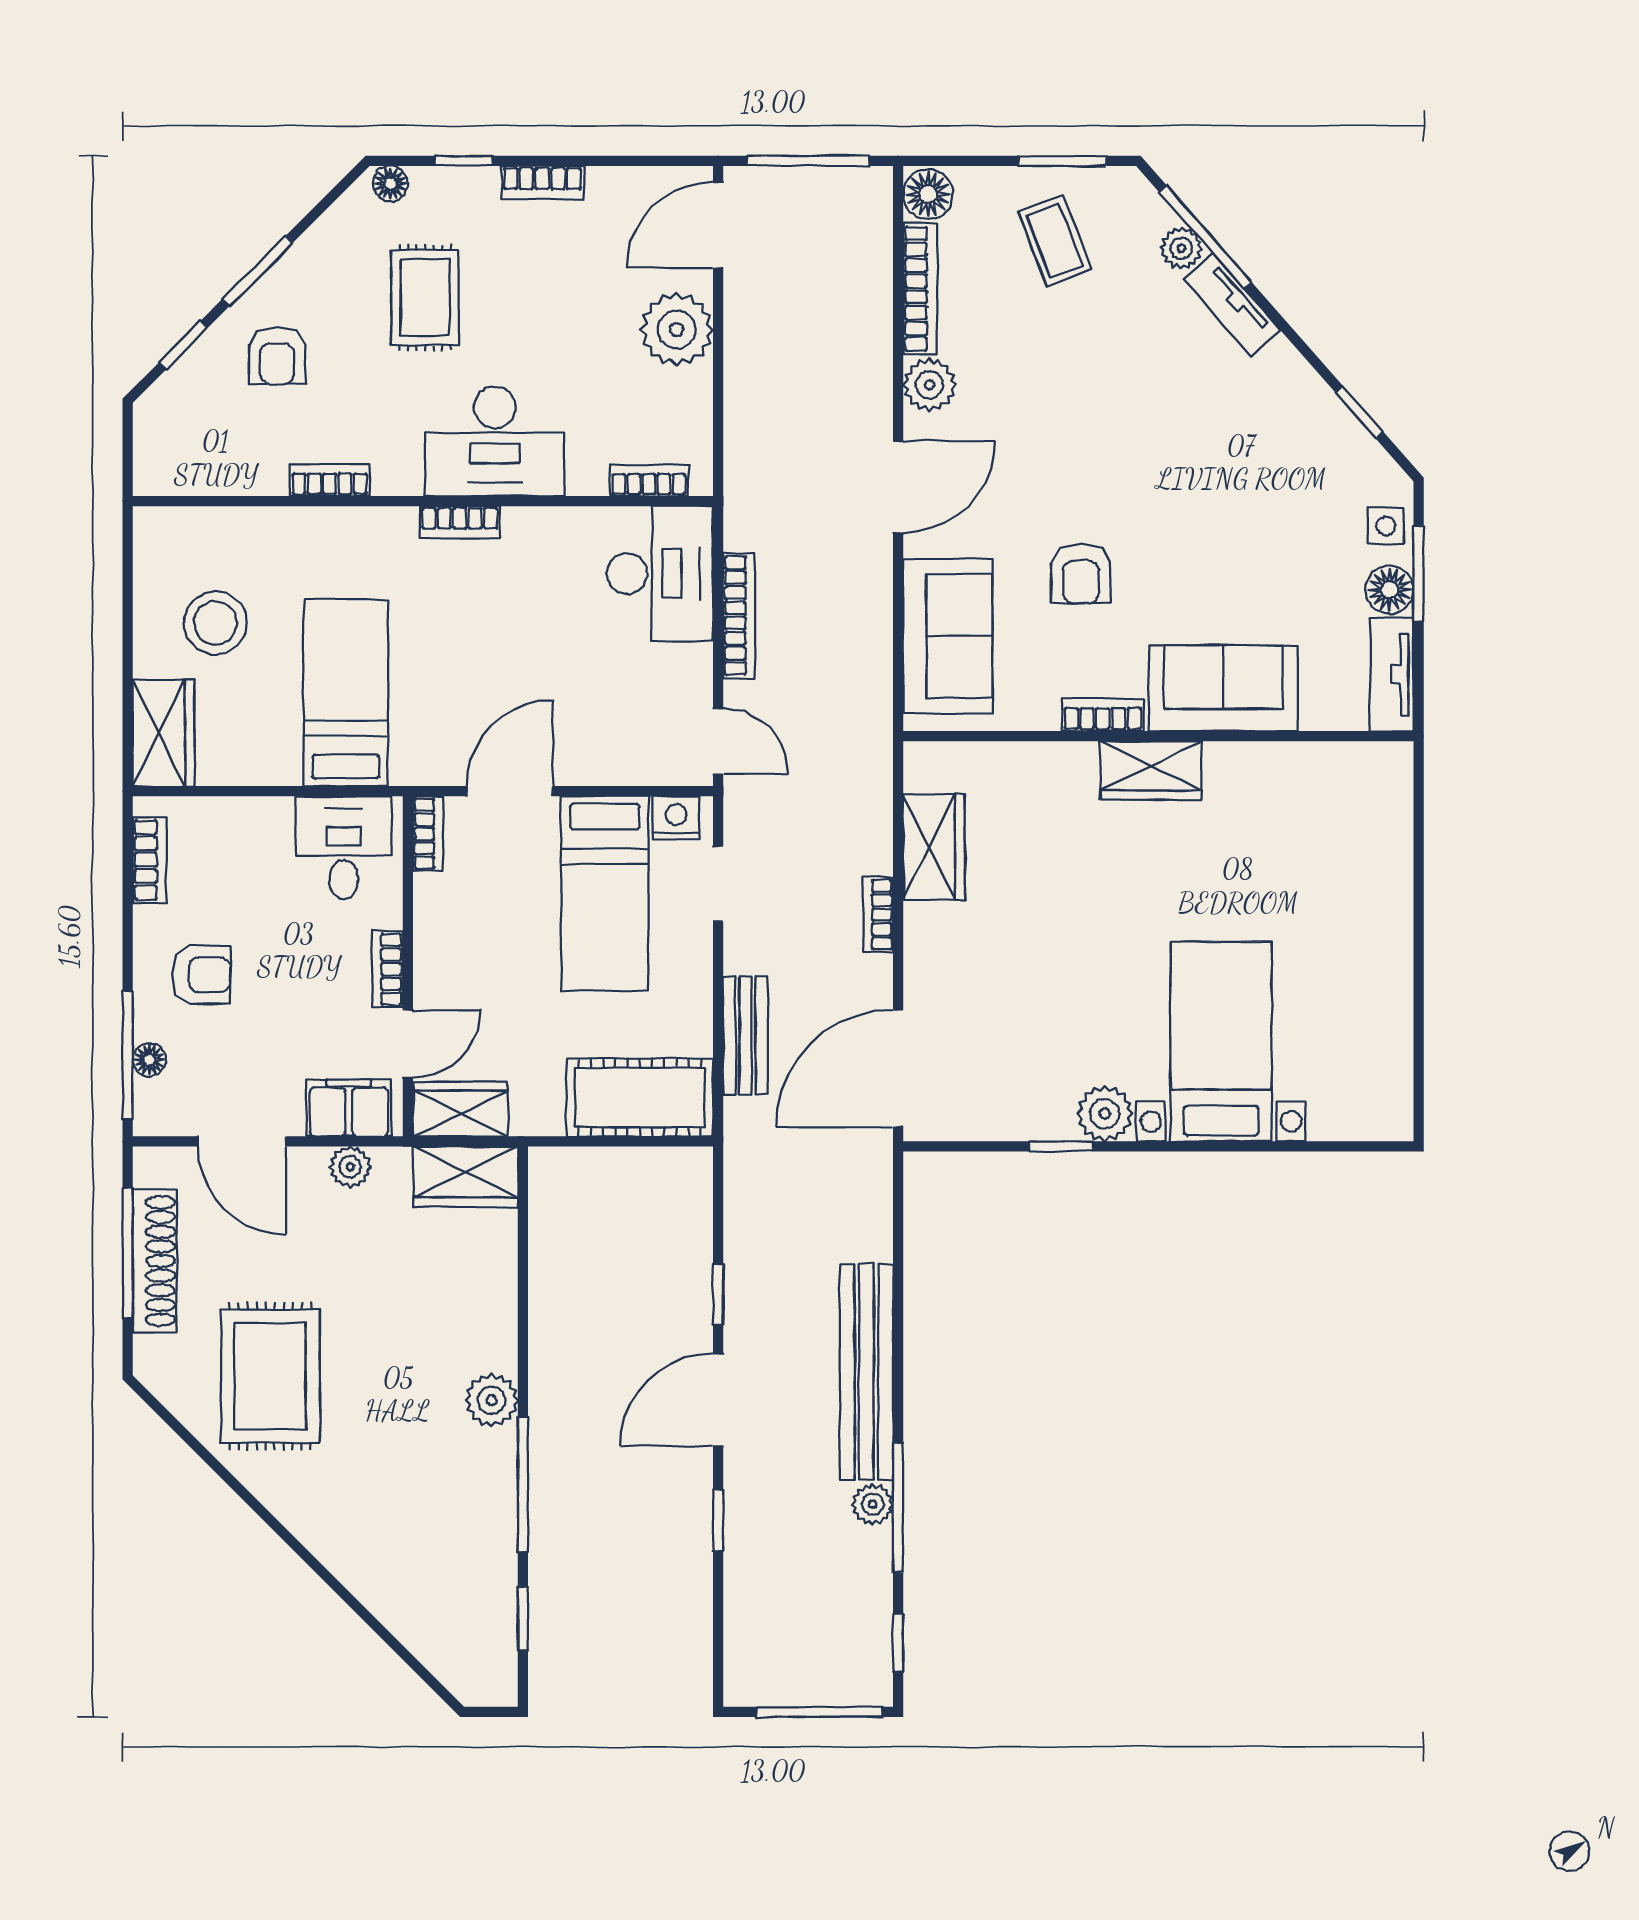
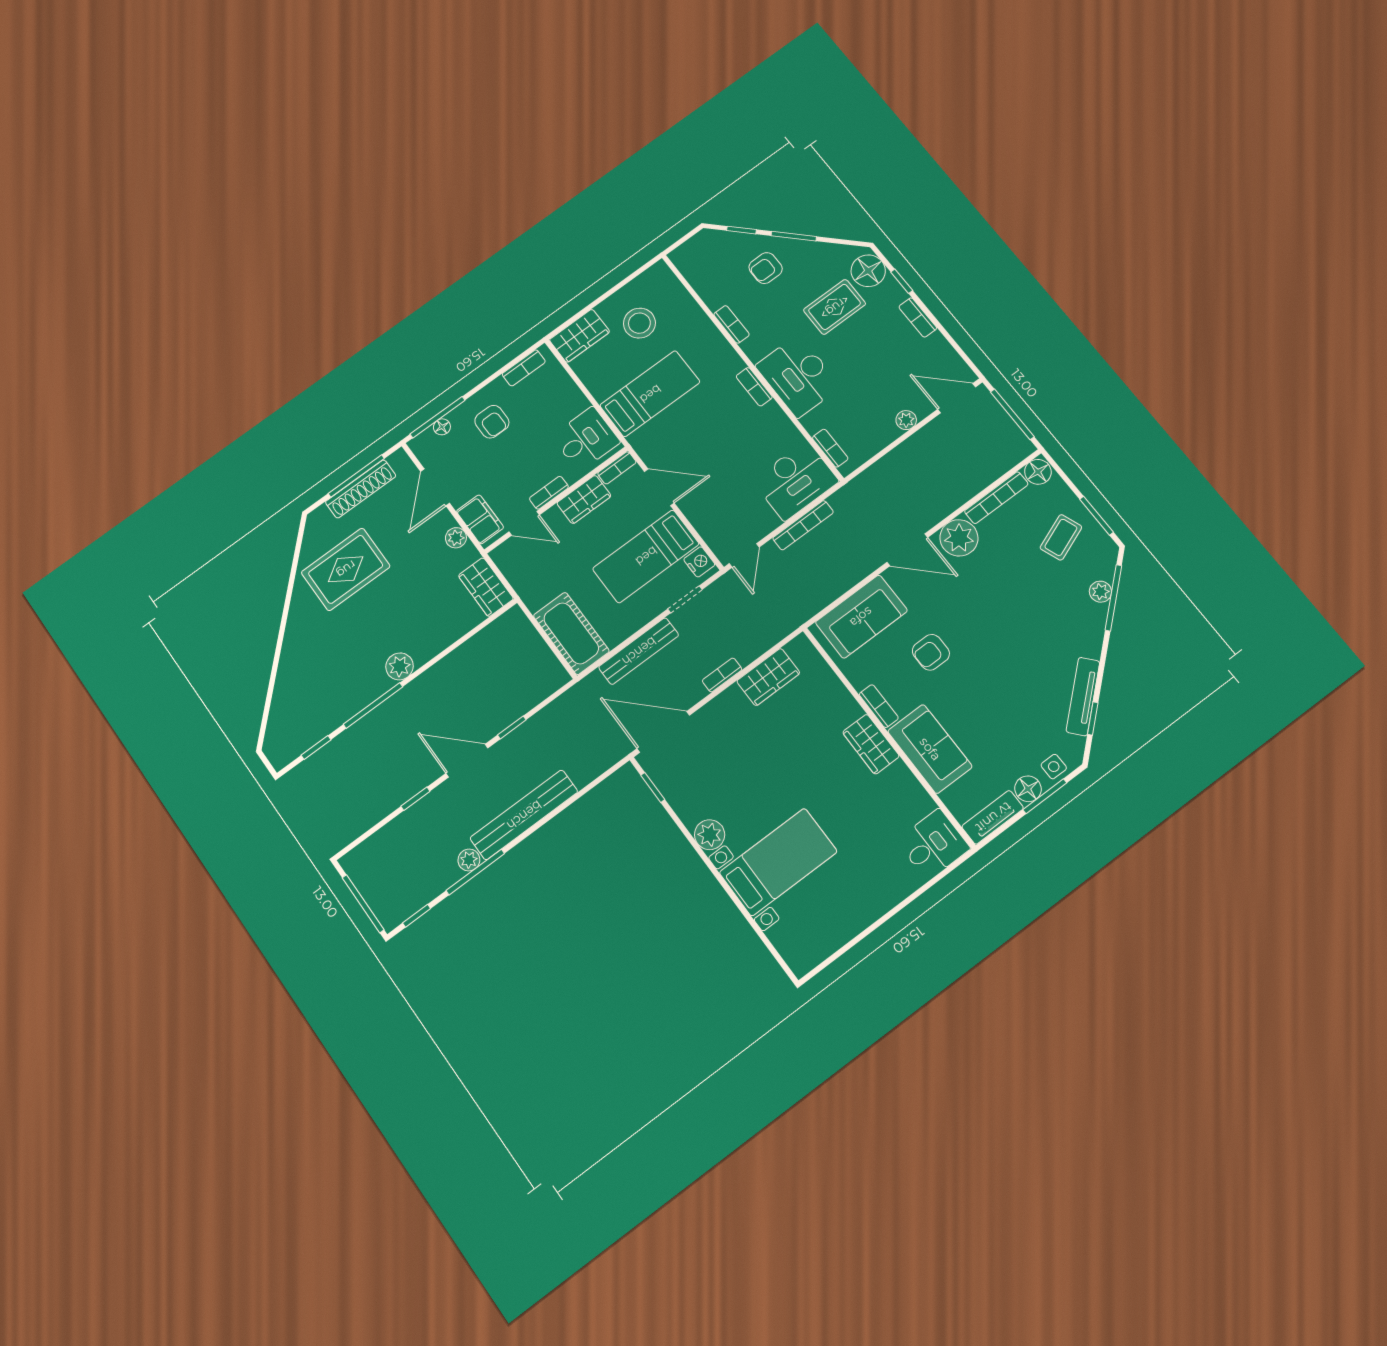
floor lamp: (390, 184) -> (868, 271), width x1.89, depth x1.89
tv unit: (1232, 305) -> (1083, 697), moved, width x1.41
plant: (676, 329) -> (906, 420), width x0.53, depth x0.53
plant: (929, 385) -> (959, 538), width x1.36, depth x1.36
desk: (1366, 792) -> (933, 844), added
bench: (746, 1036) -> (639, 651), width x1.36
wardrobe: (461, 1109) -> (584, 499), moved, turned 90
window: (1061, 1146) -> (653, 787), moved

